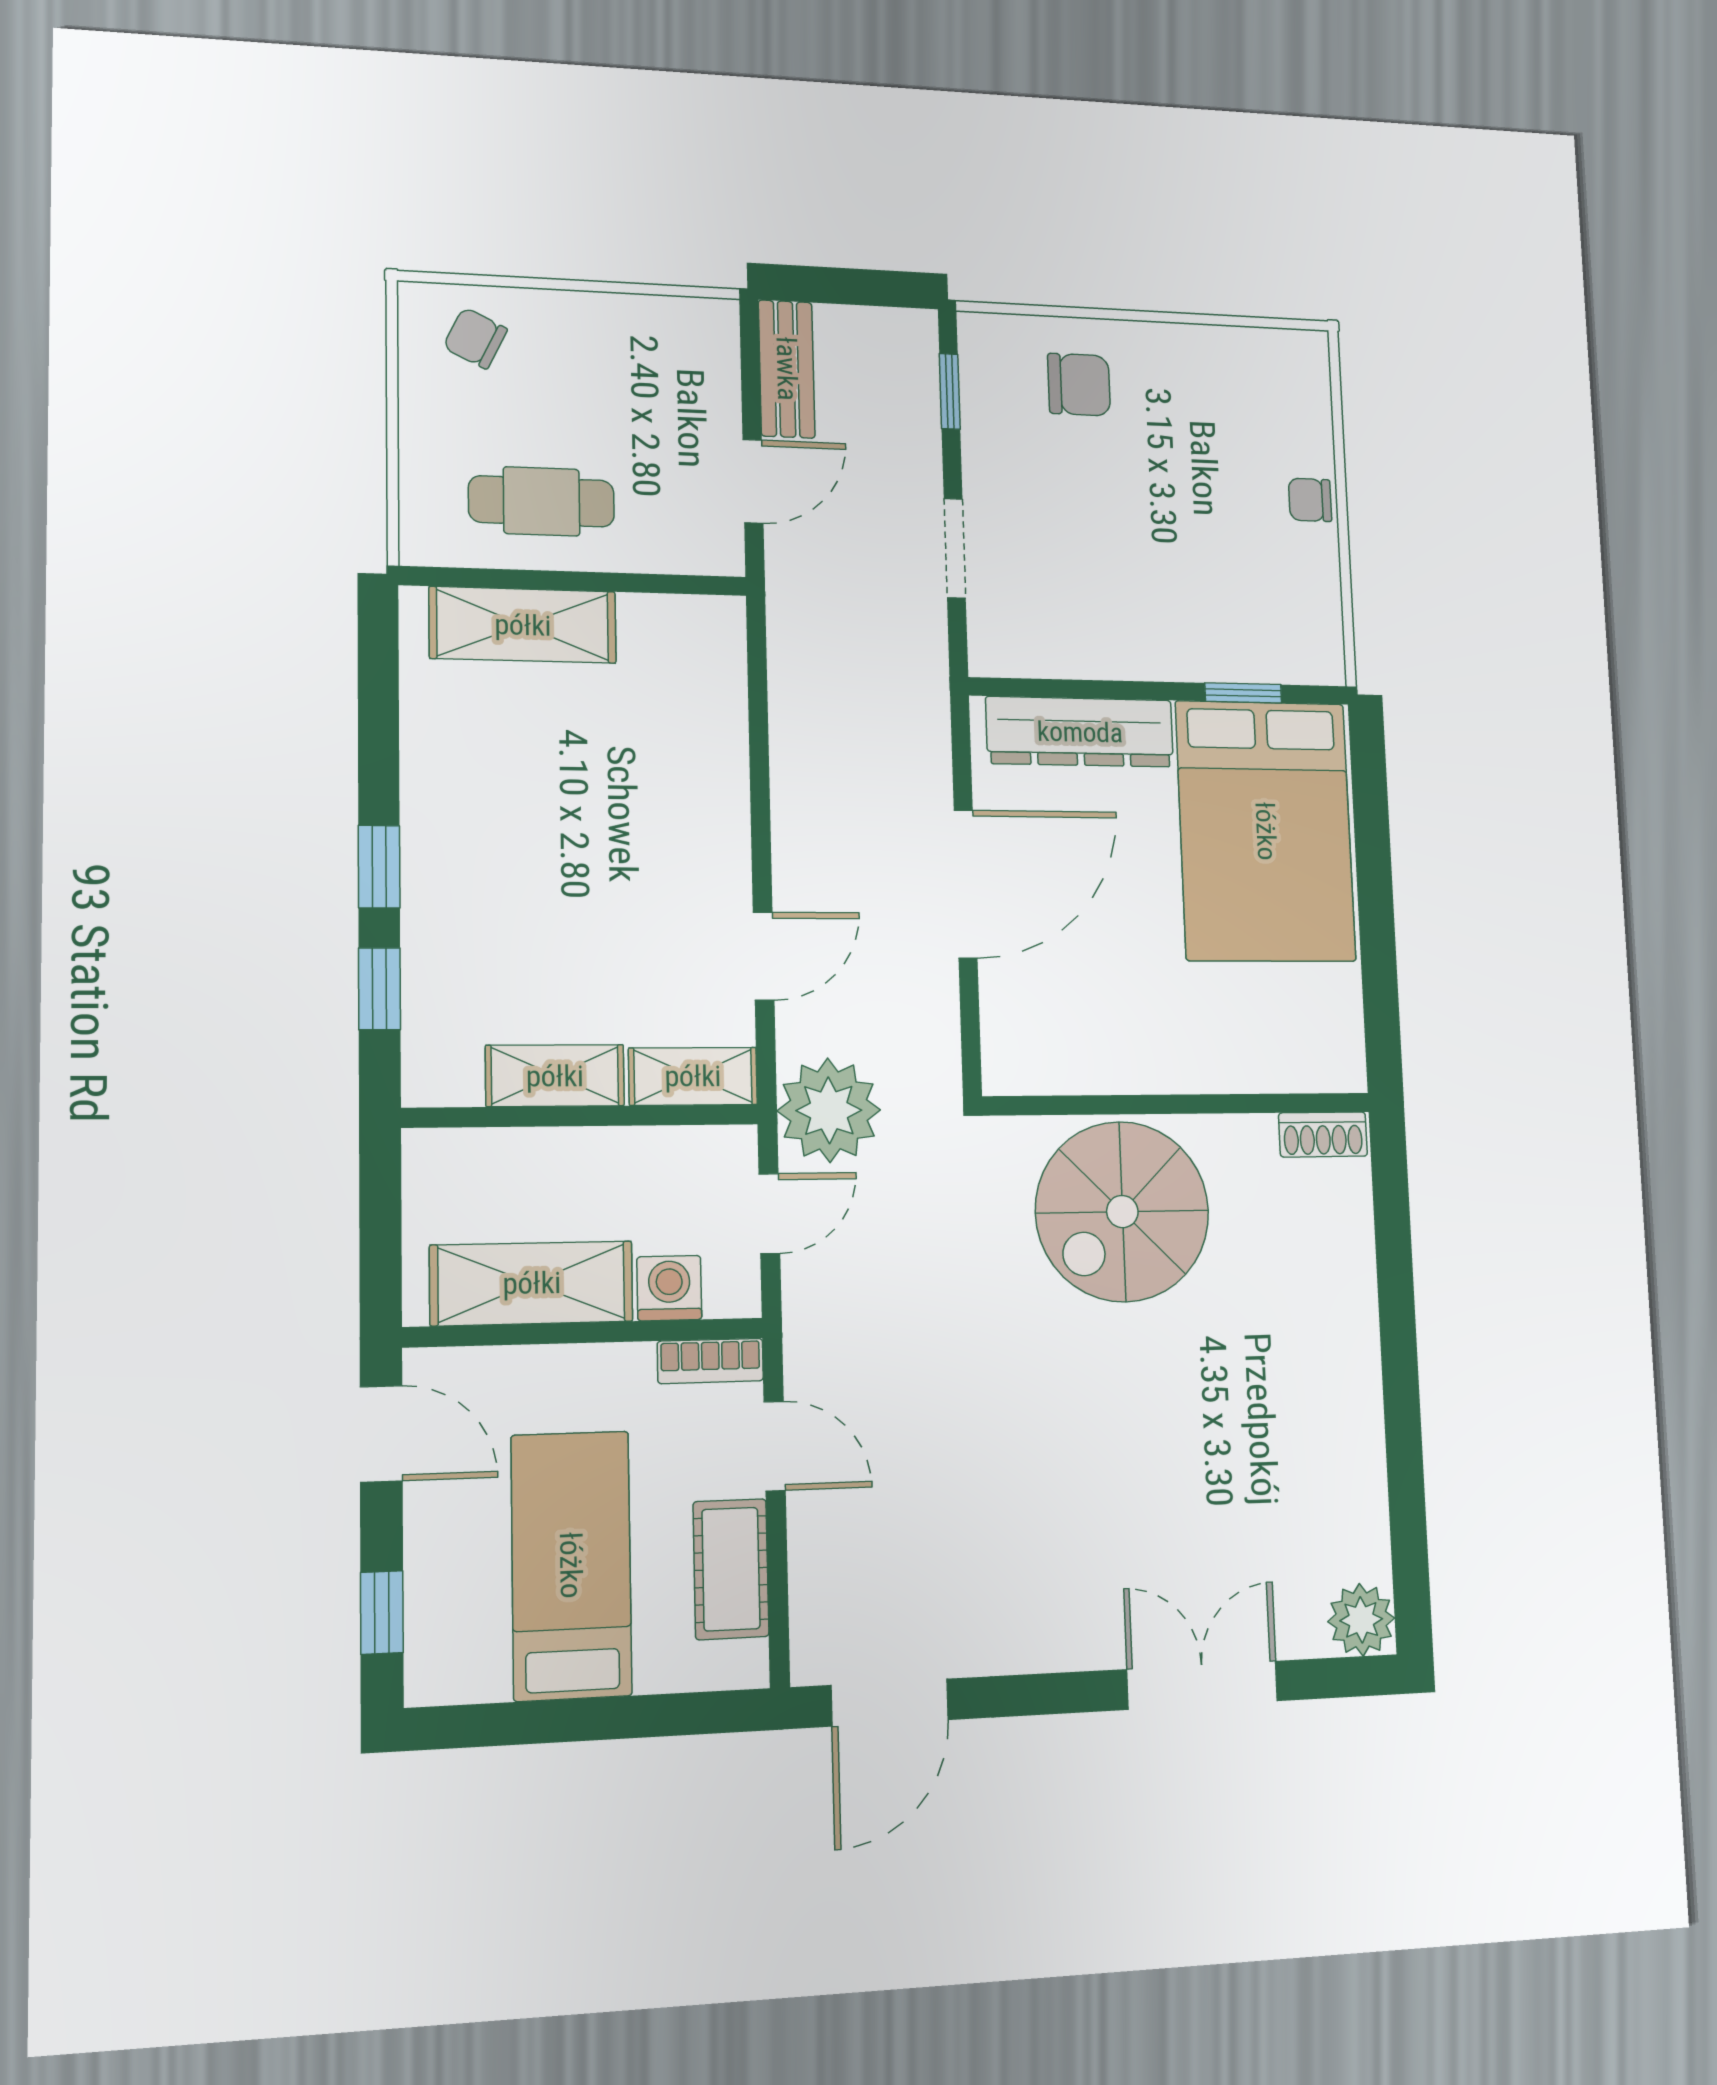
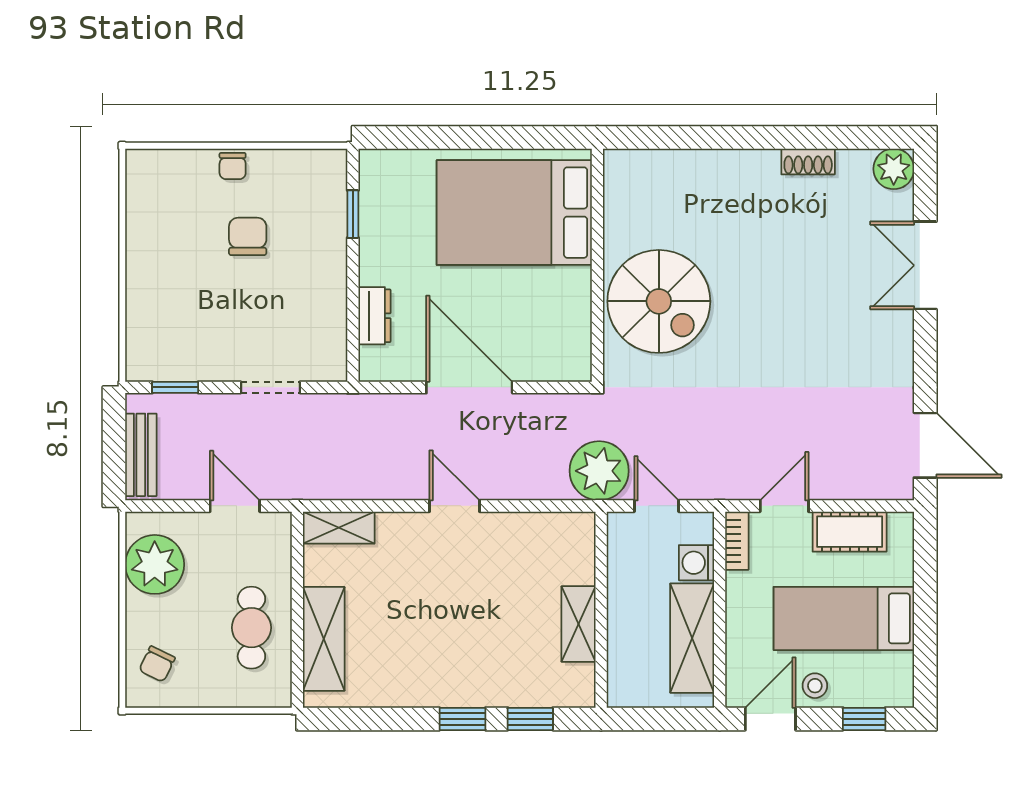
plant: (650, 343) -> (155, 564), added
bench: (787, 369) -> (141, 455), moved, turned 90
chair: (1079, 385) -> (248, 236), moved
dresser: (1080, 732) -> (375, 316), width x0.51, depth x0.80
bed: (1266, 831) -> (514, 213), moved, turned 180
door: (764, 956) -> (454, 506), moved
shelving: (693, 1076) -> (339, 528), moved, turned 90
shoe rack: (1323, 1135) -> (808, 162), moved, turned 90
stool: (445, 1516) -> (815, 686), added

